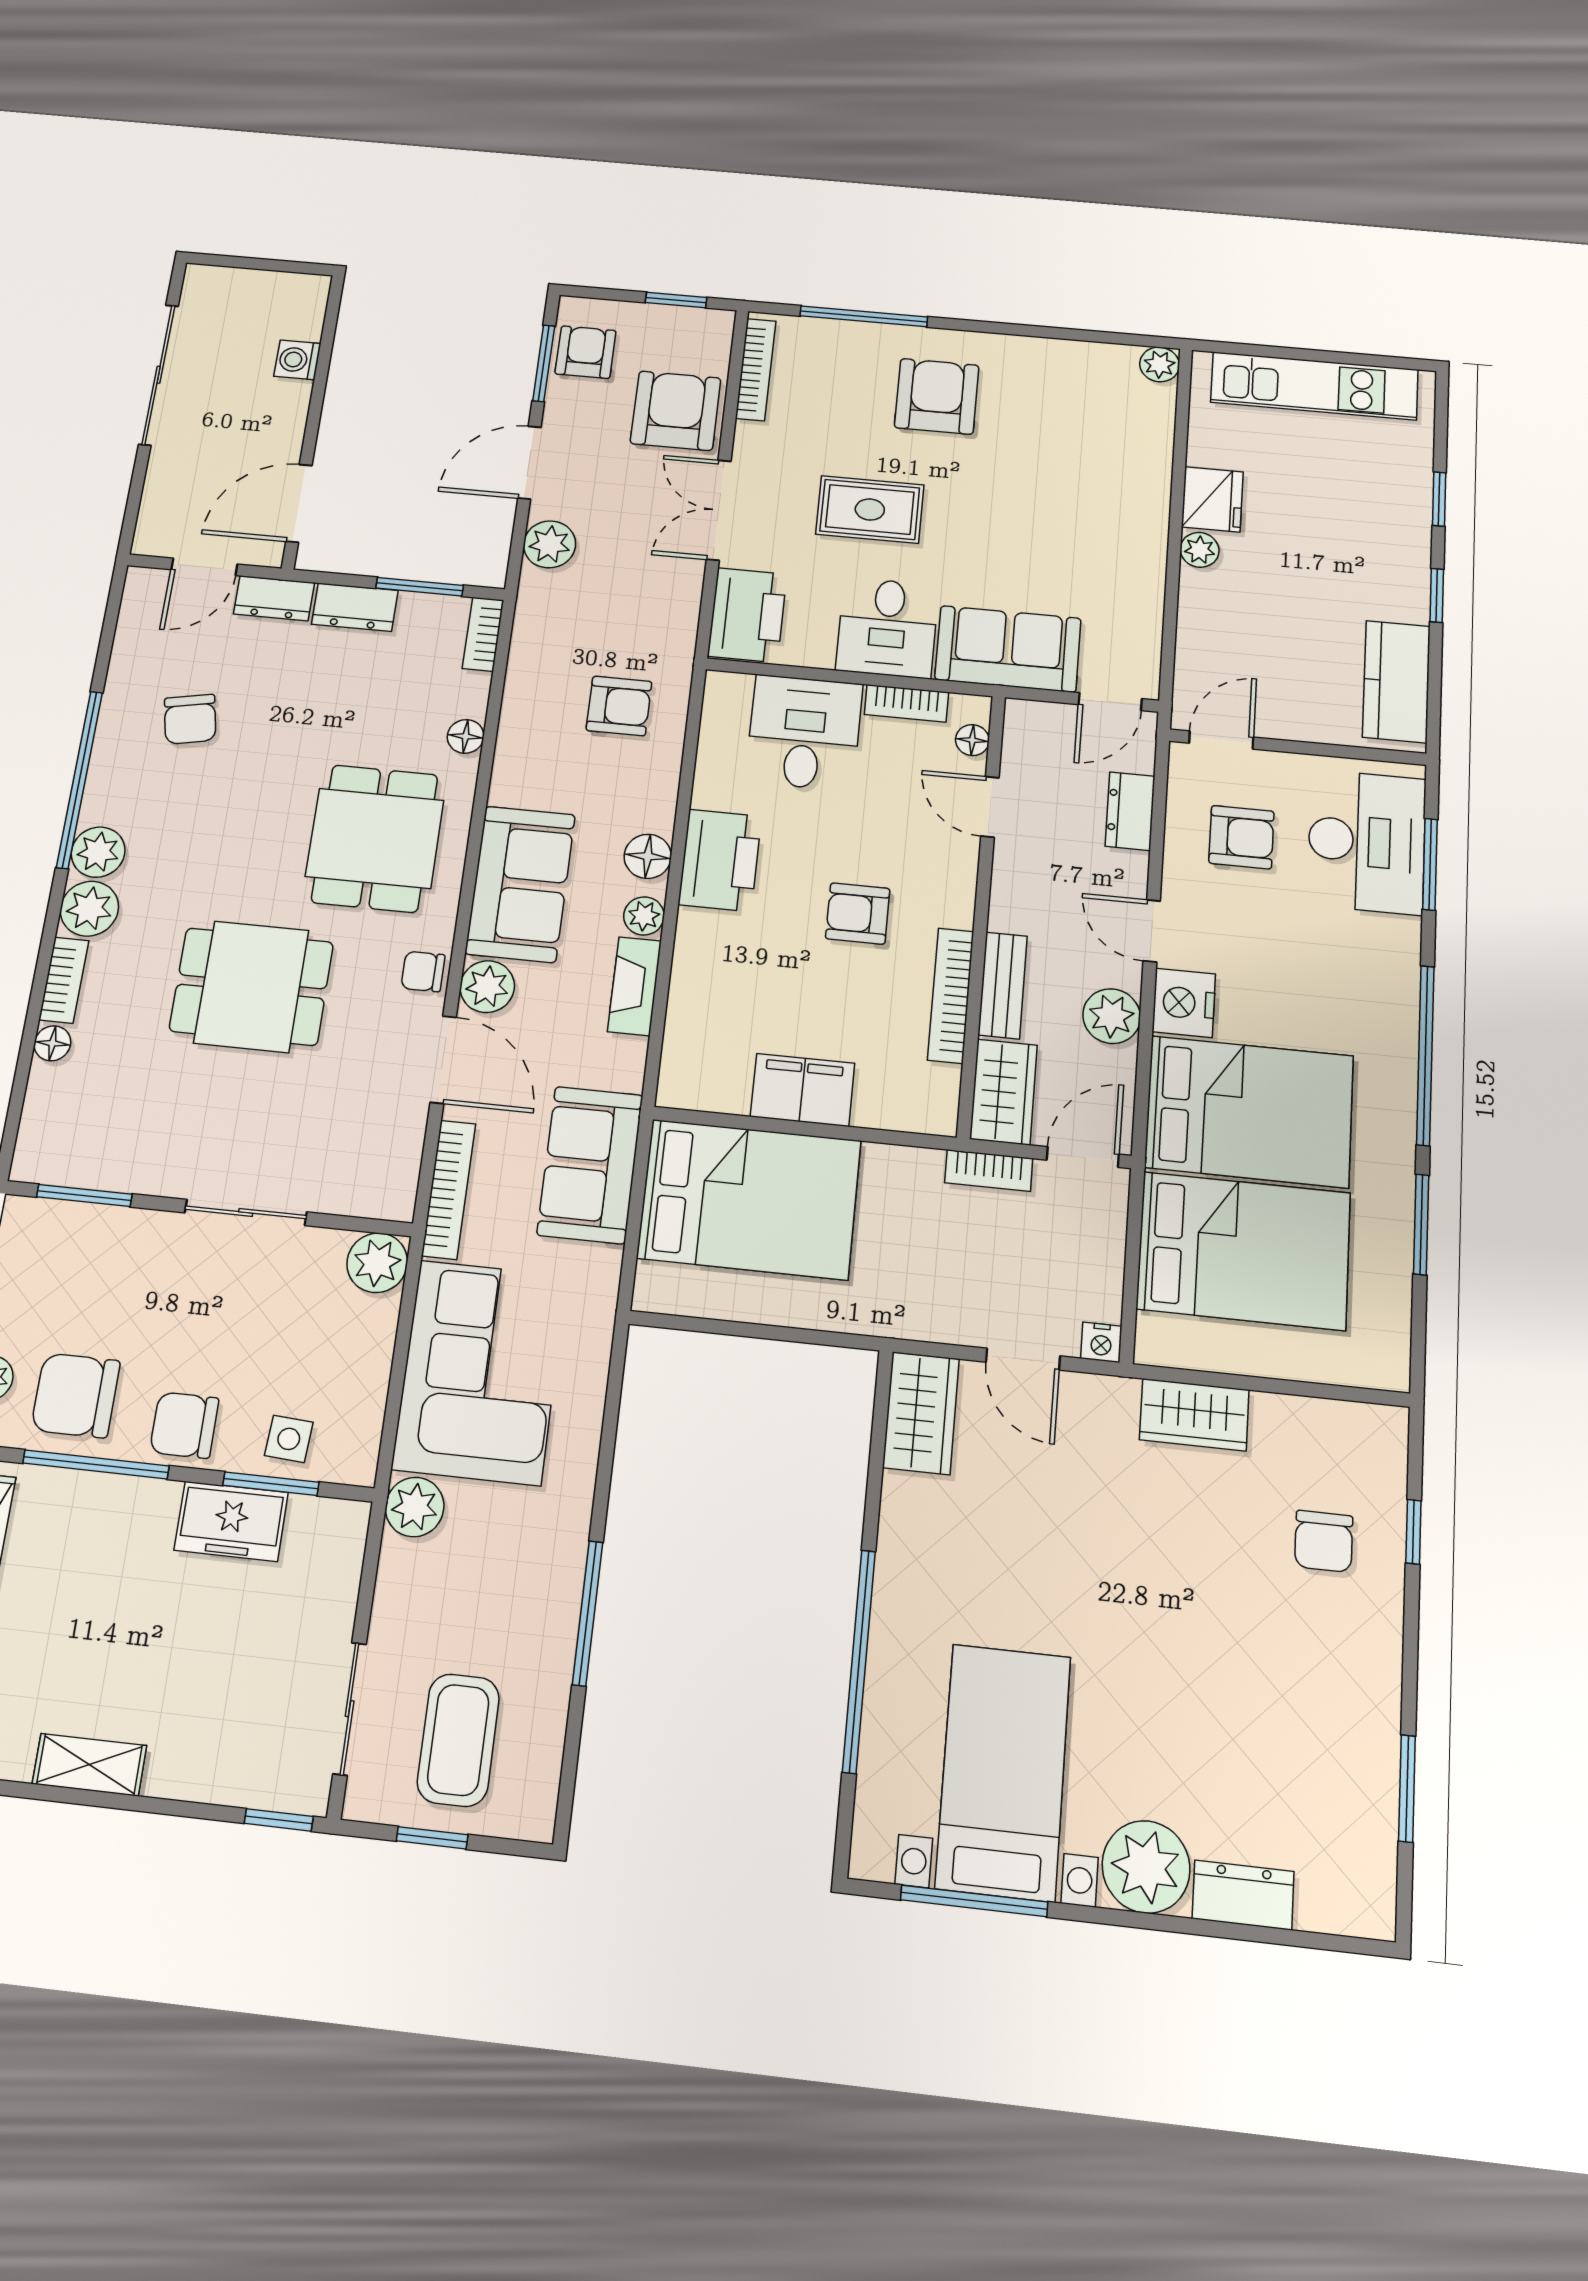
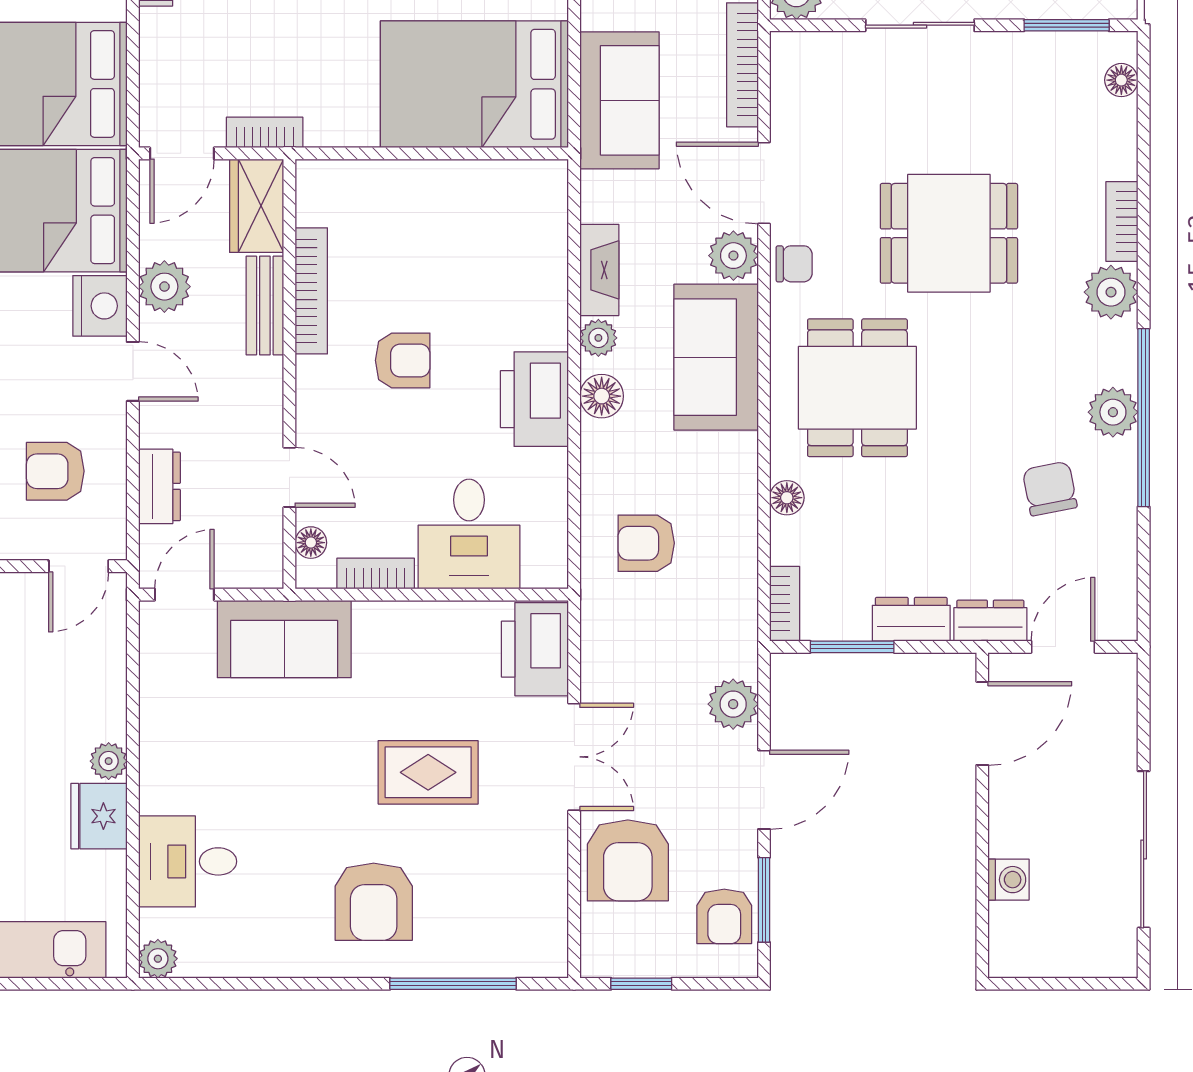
bookcase: (756, 369) -> (554, 914), removed
desk: (887, 628) -> (188, 861), moved, turned -90
plant: (98, 852) -> (1113, 412), moved
floor lamp: (52, 1043) -> (1121, 80), moved
filing cabinet: (802, 1090) -> (437, 189), removed

